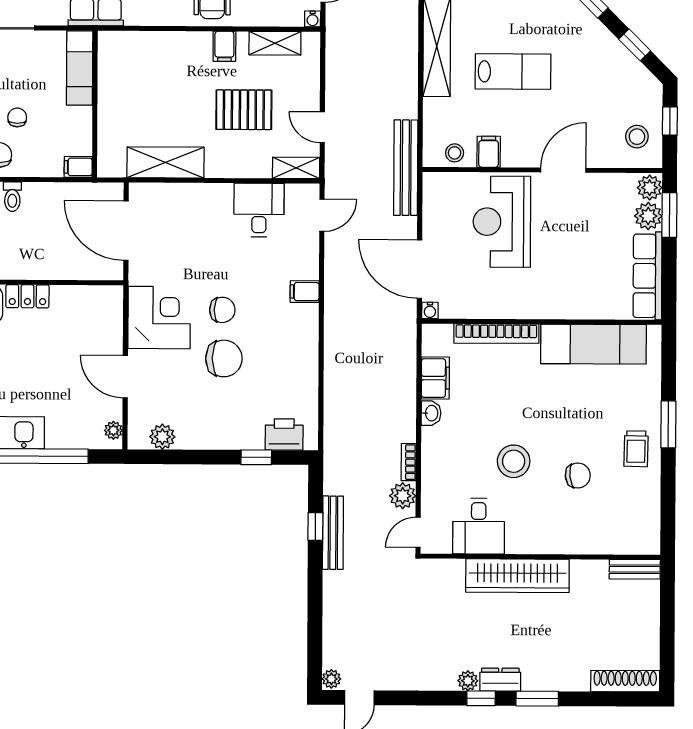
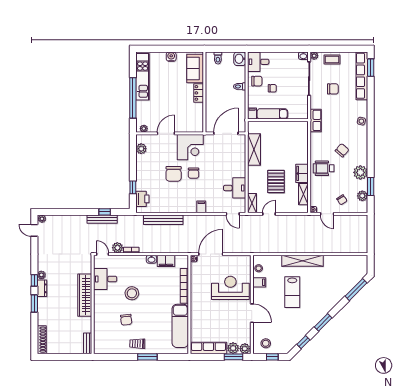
filing cabinet: (224, 46) -> (302, 173), width x2.00
exam couch: (80, 68) -> (272, 114), moved
bench: (406, 168) -> (163, 220), moved

